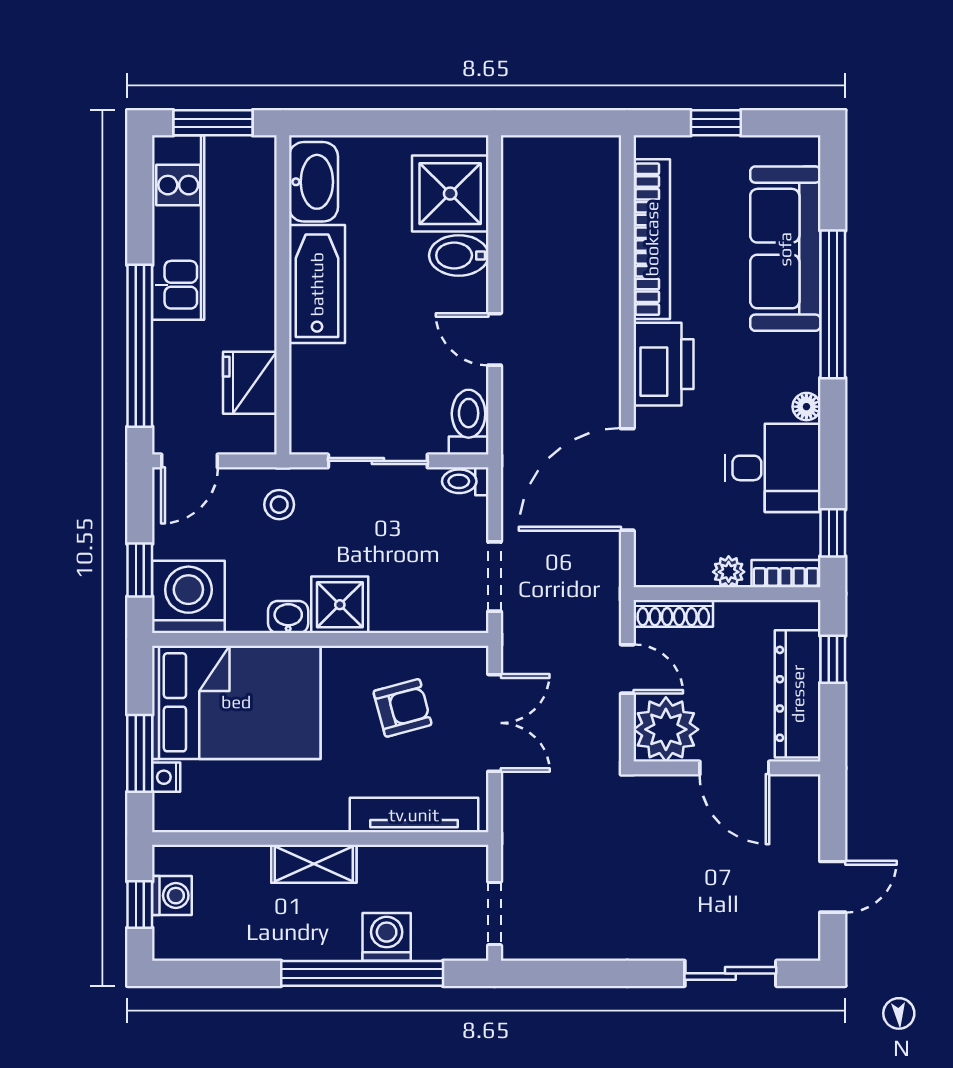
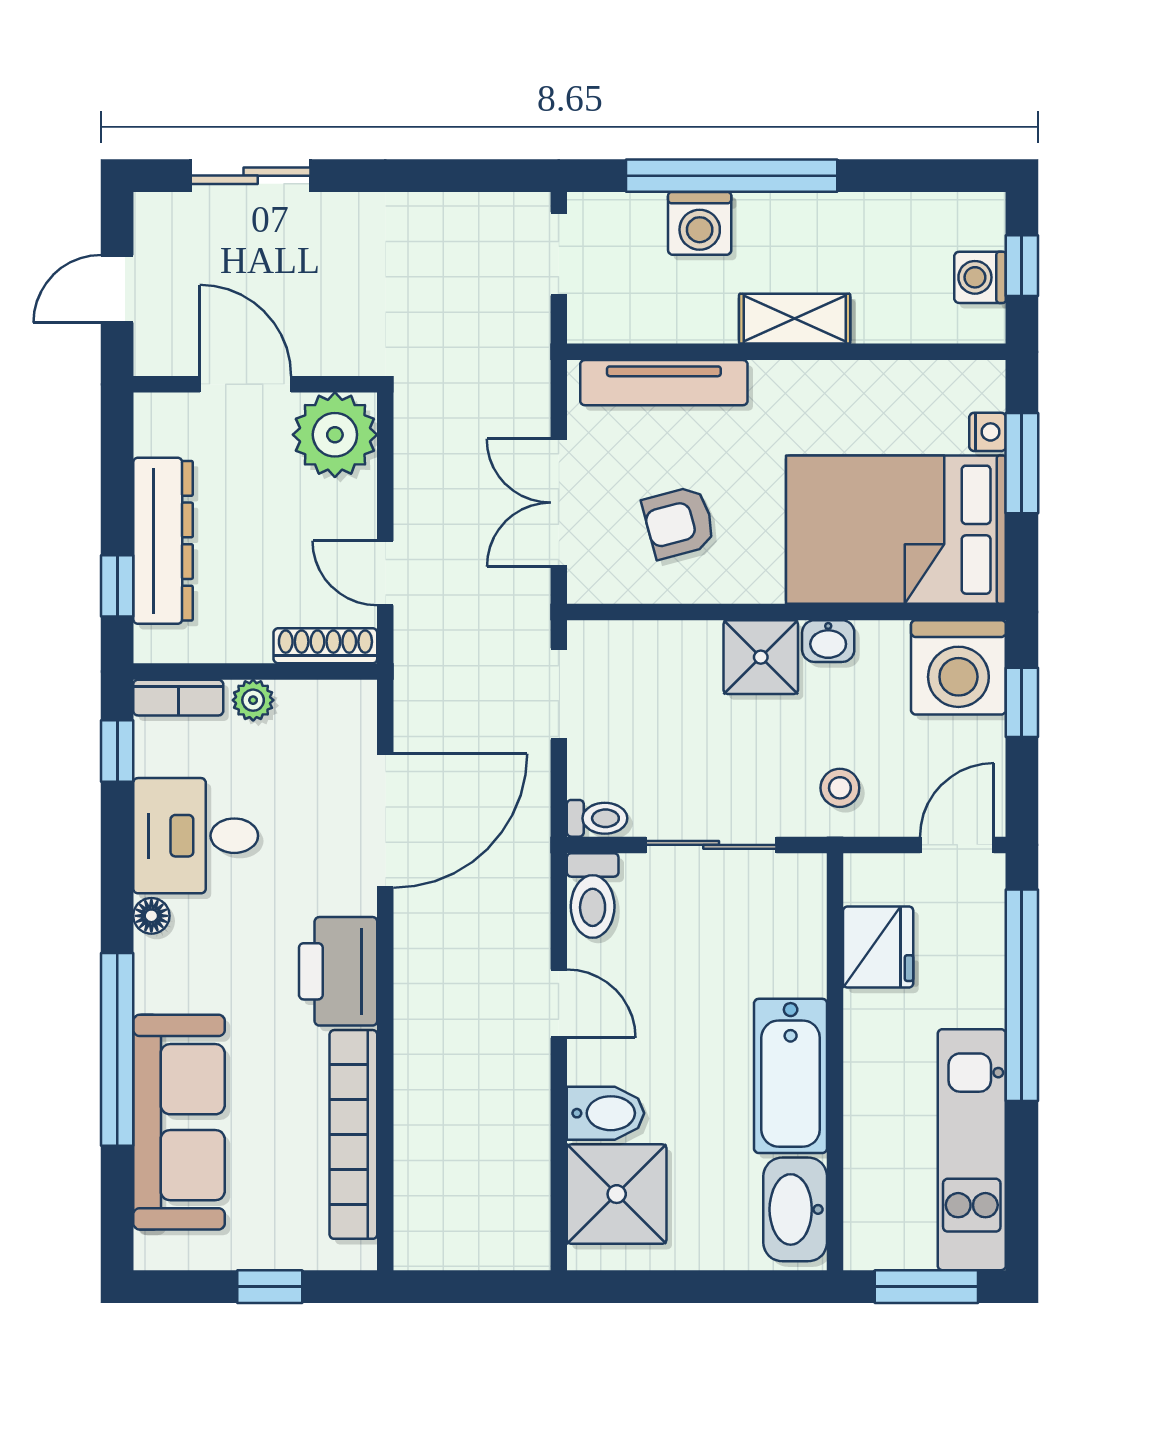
plant: (666, 729) -> (335, 435), moved
wall: (727, 768) -> (255, 384), moved
door: (734, 768) -> (246, 384), moved

